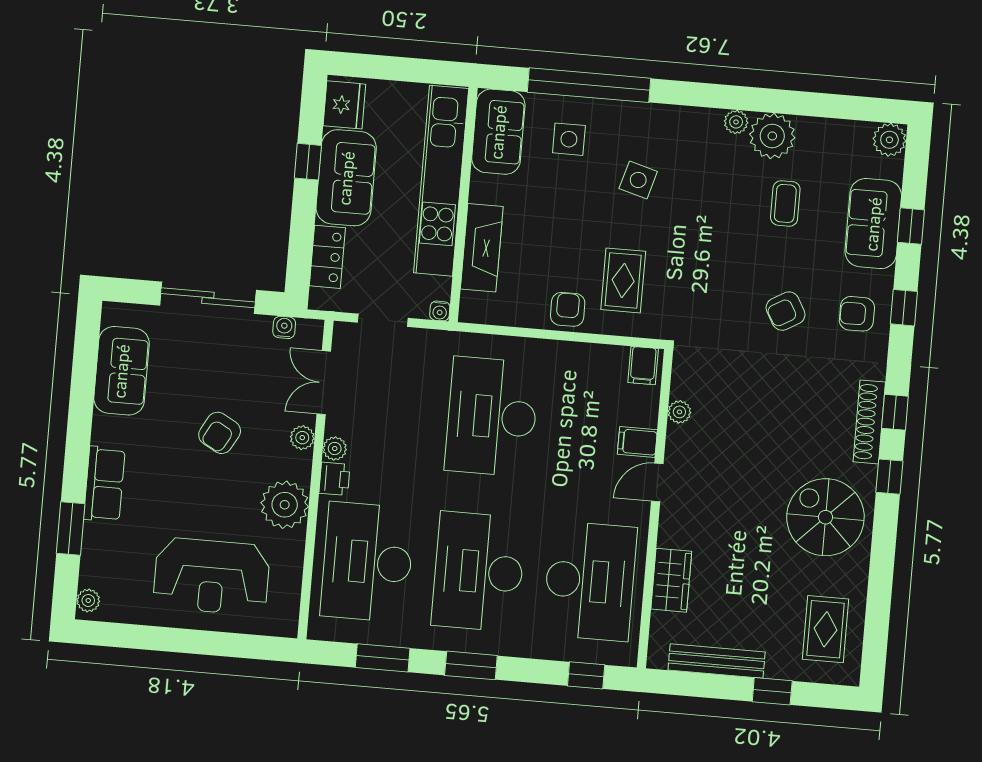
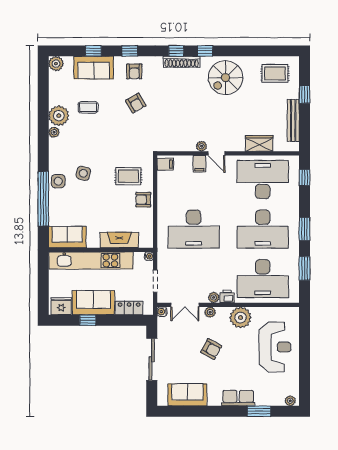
side table: (569, 139) -> (58, 181), moved
water cooler: (284, 327) -> (162, 312), moved
plant: (679, 412) -> (201, 146), moved

